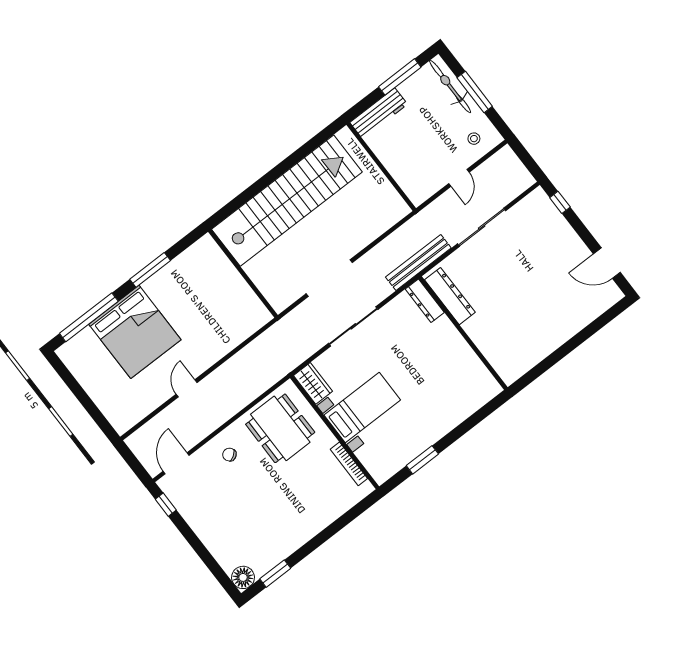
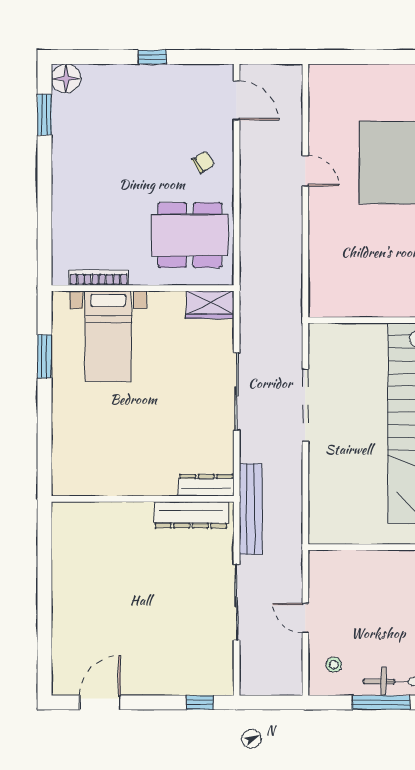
bed with nightstands: (362, 408) -> (108, 336), moved
window: (166, 505) -> (152, 57), moved

